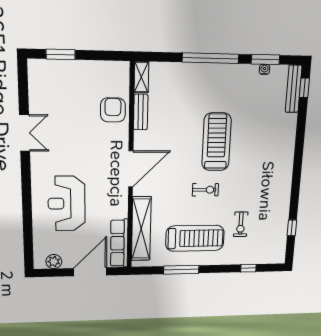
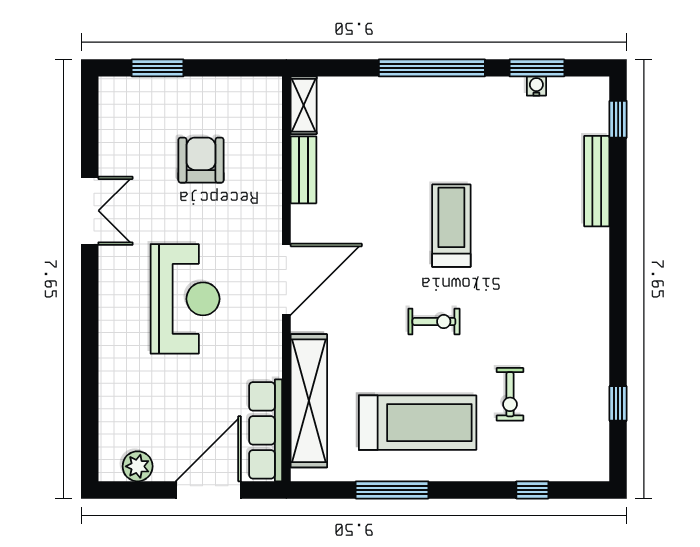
bench: (294, 89) -> (597, 181), moved
armchair: (113, 110) -> (201, 160), moved
treadmill: (217, 142) -> (451, 226), width x0.73, depth x0.73
reception desk: (67, 204) -> (185, 299), moved, turned 180

